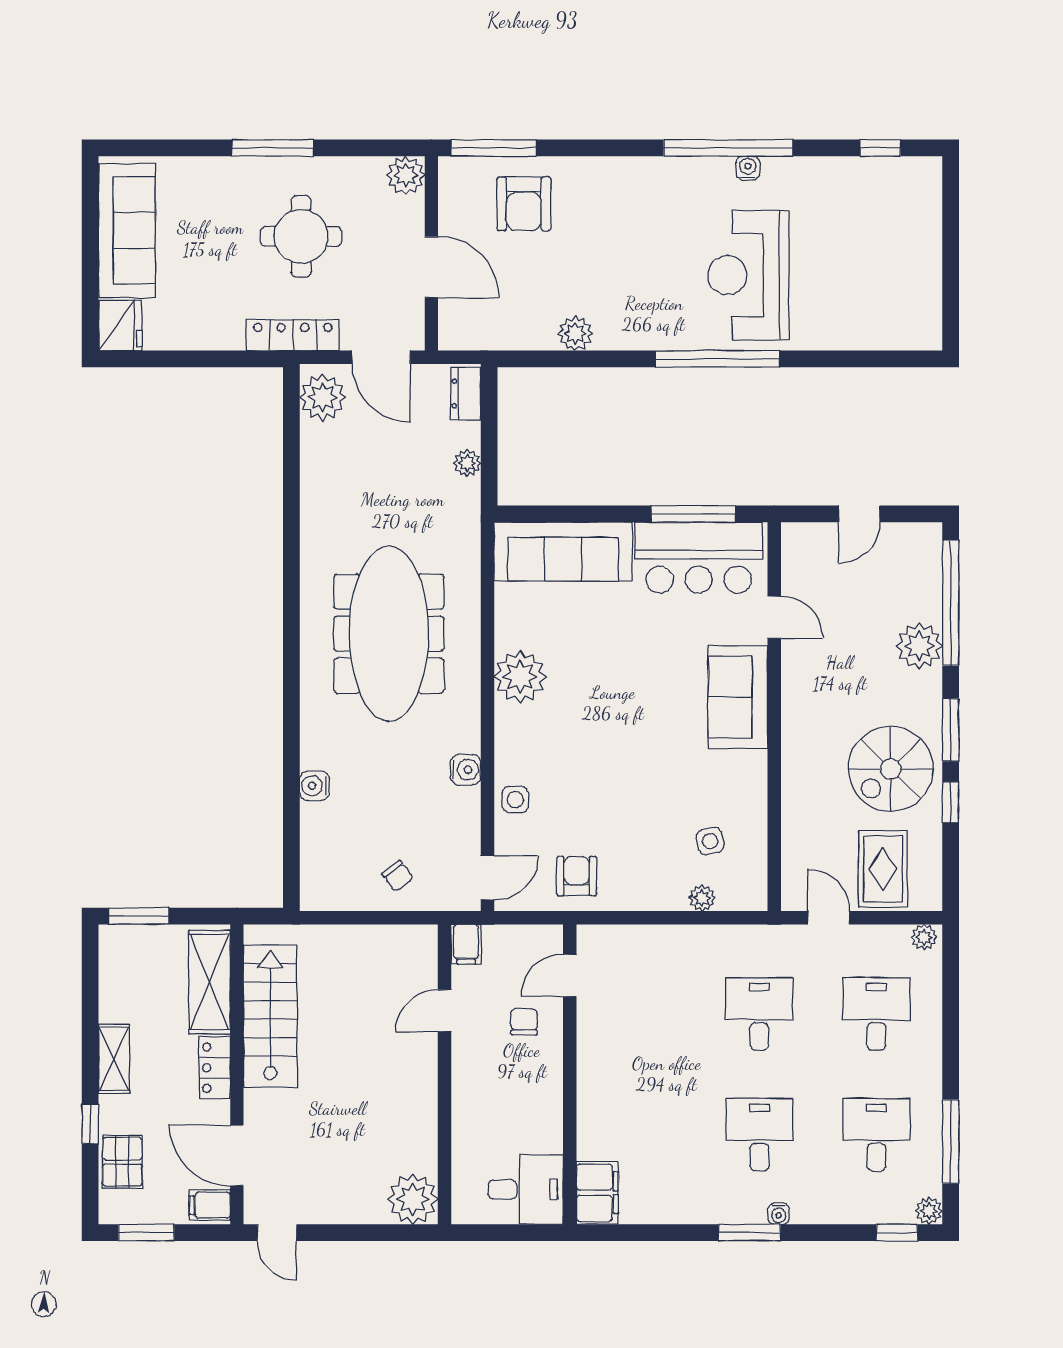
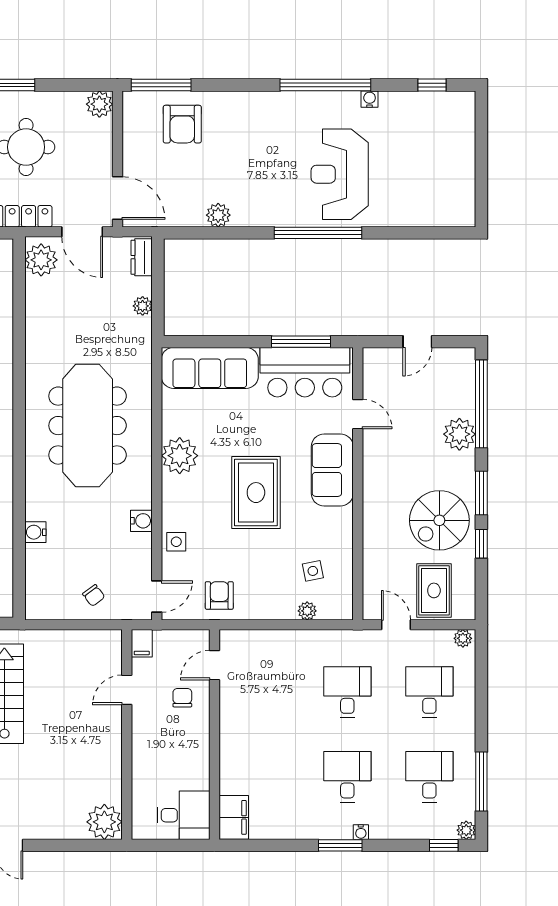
water cooler: (748, 168) -> (370, 99), moved
door: (431, 267) -> (117, 198), moved
rug: (629, 729) -> (256, 493), added

